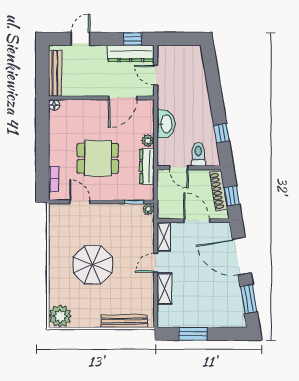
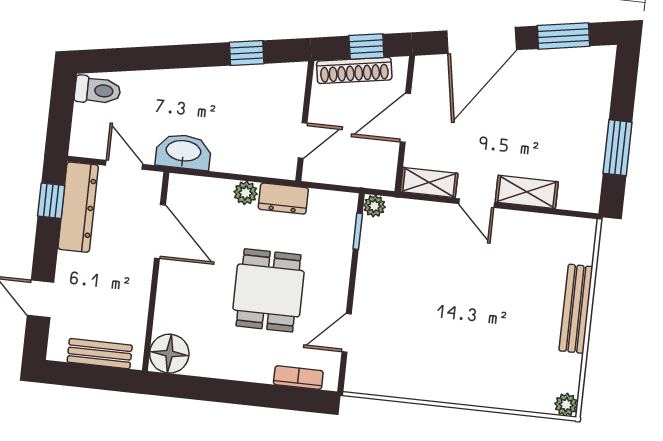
bench: (55, 73) -> (100, 354), width x0.73
door: (156, 75) -> (124, 165), swing flipped
floor lamp: (54, 105) -> (169, 354), width x1.89, depth x1.89
washbasin: (166, 124) -> (183, 152), moved
toilet: (198, 154) -> (98, 90), moved, turned 180
dresser: (147, 166) -> (283, 199), width x0.70
parasol: (93, 265) -> (467, 322), removed
plant: (60, 316) -> (566, 405), width x0.53, depth x0.53
bench: (124, 321) -> (576, 309), moved

